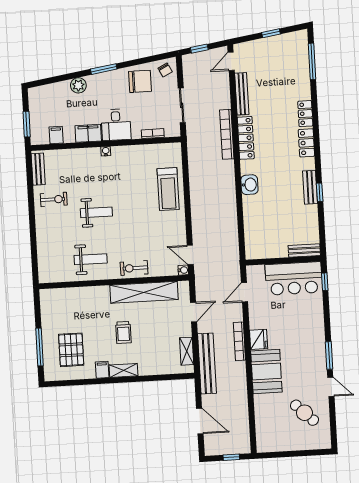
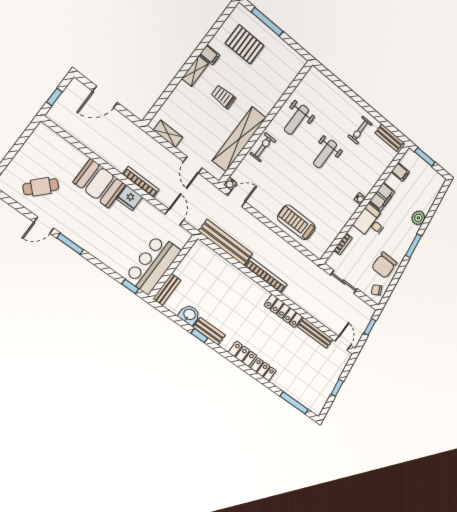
bookcase: (227, 134) -> (266, 275), moved
washbasin: (249, 185) -> (189, 315), moved, turned 180
bench: (207, 364) -> (226, 242), moved

